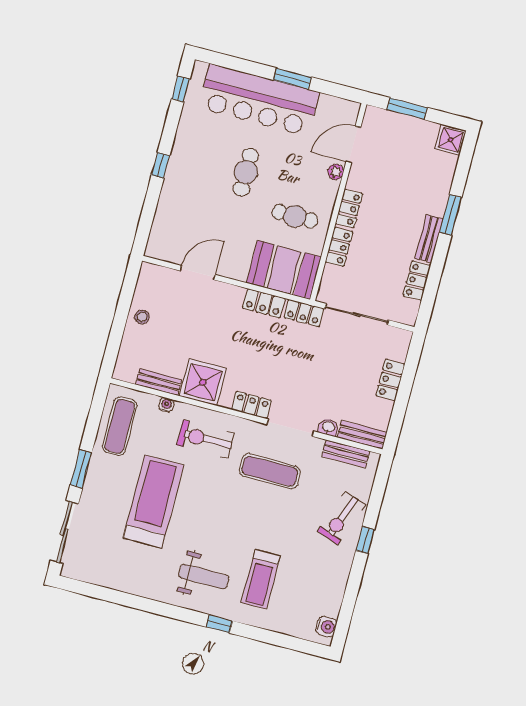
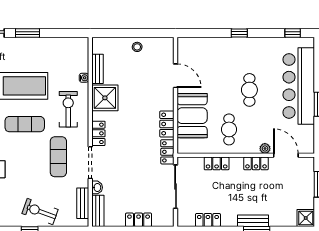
cafe table: (246, 172) -> (249, 90), turned 90
locker: (349, 208) -> (256, 163), moved
bench: (429, 239) -> (253, 221), moved
booth: (284, 270) -> (192, 116), moved
exercise mat: (120, 426) -> (25, 124), moved

